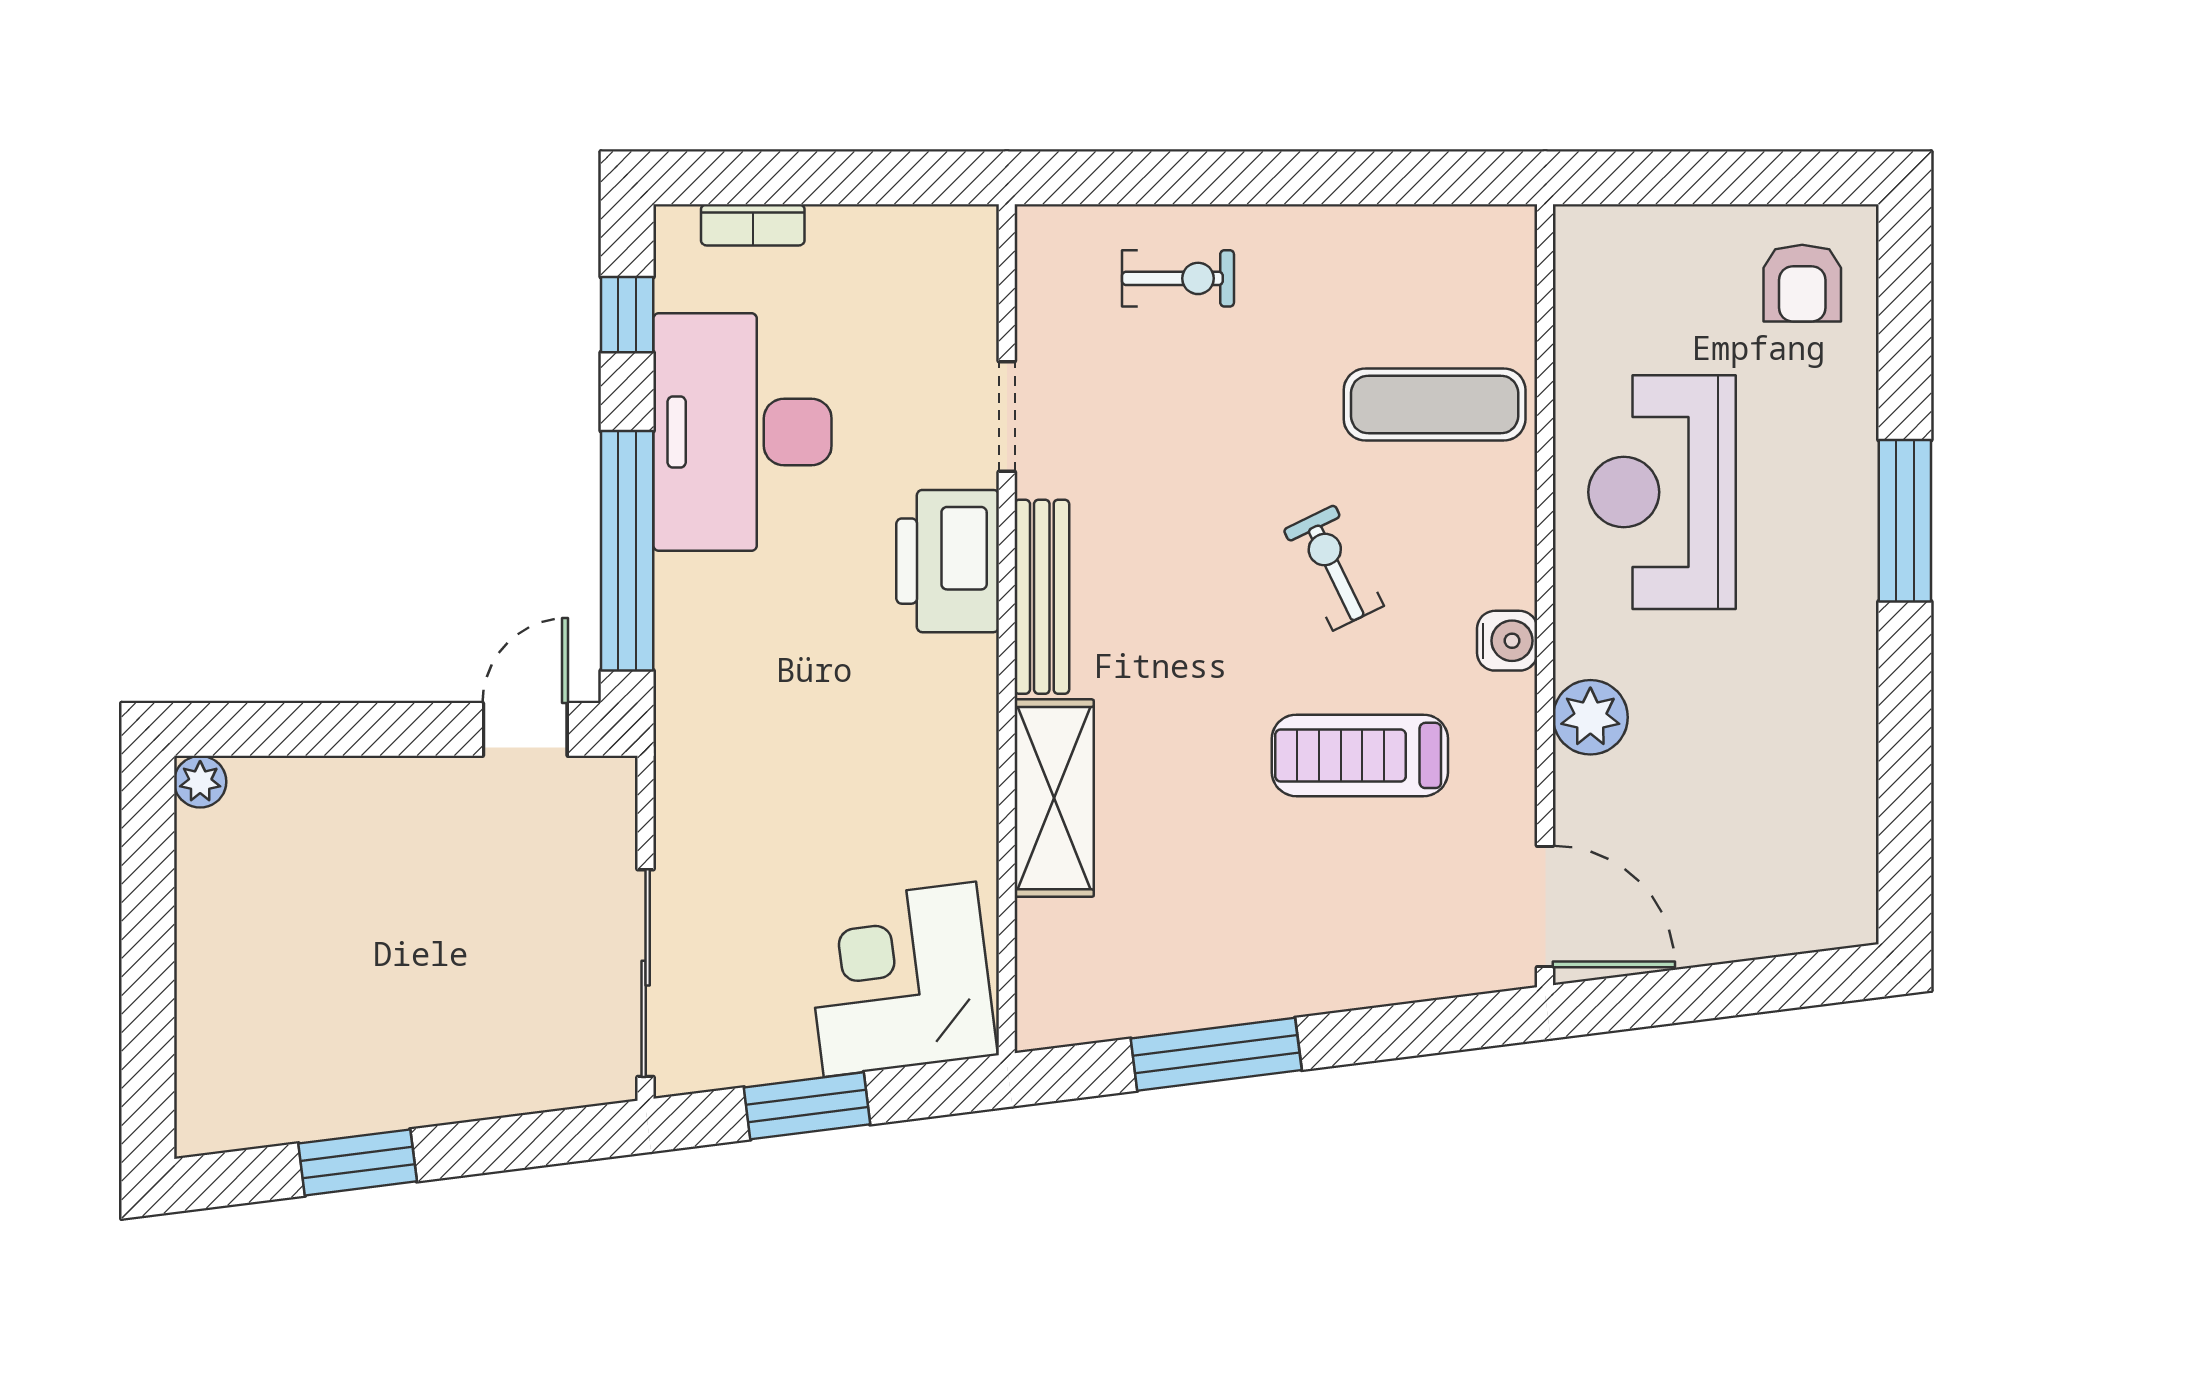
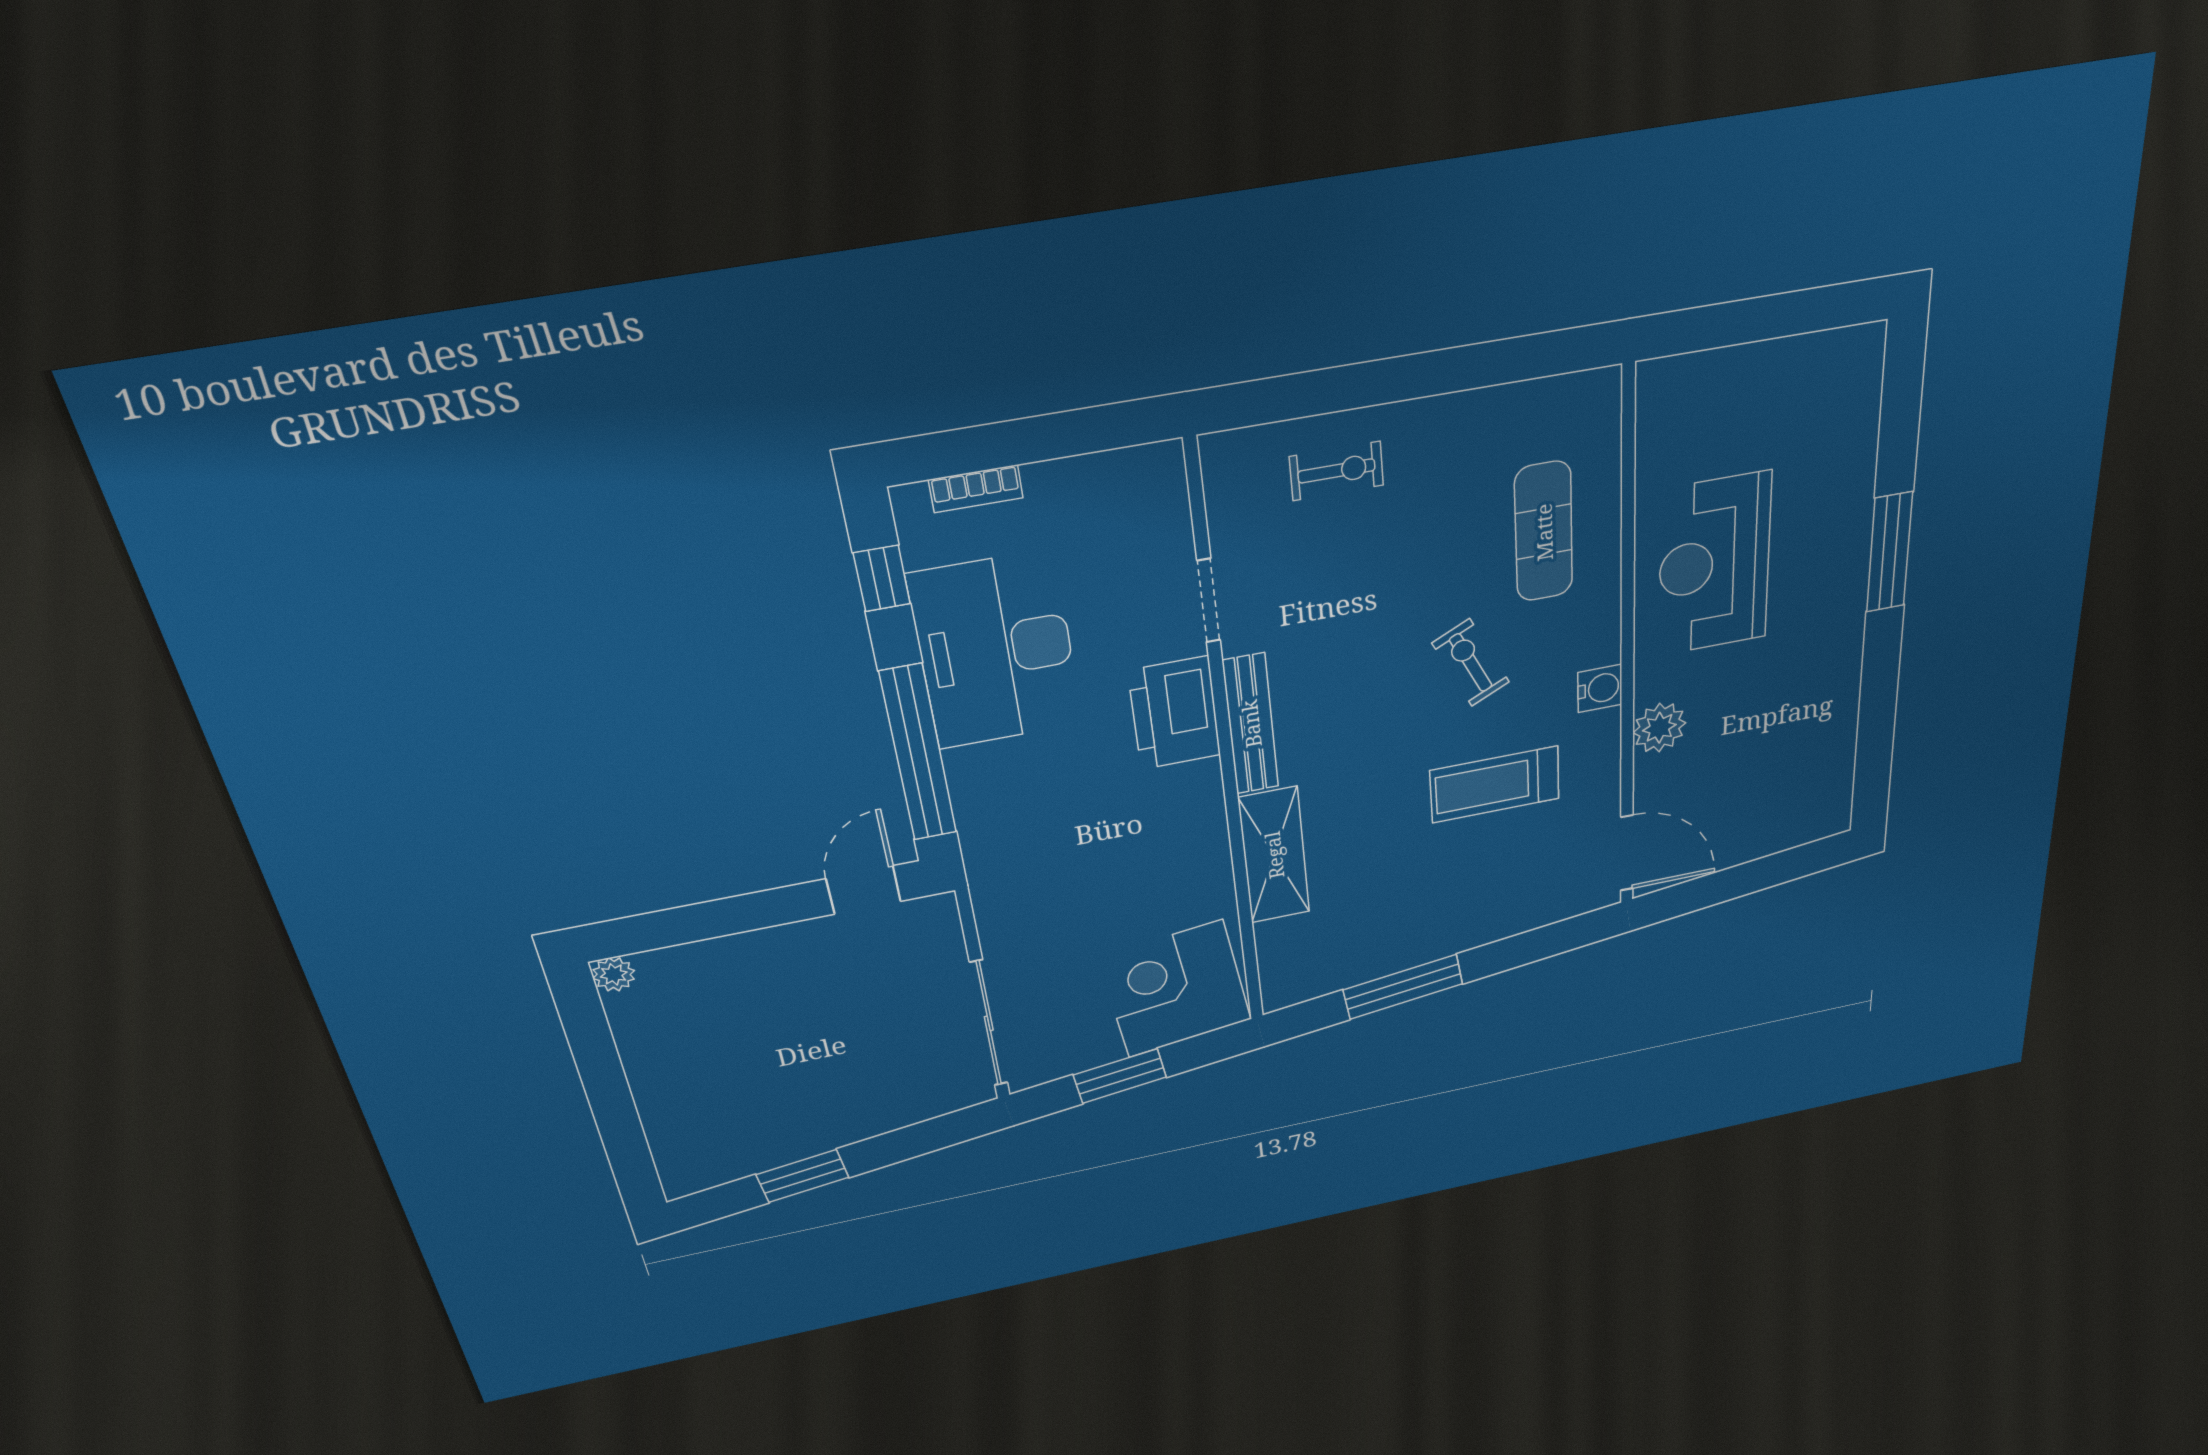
armchair: (1802, 283) -> (1826, 391), removed
exercise mat: (1435, 405) -> (1544, 532), turned 90

